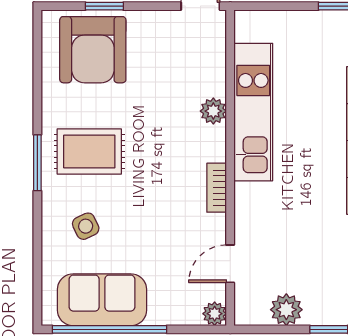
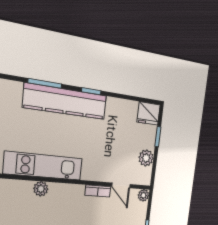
bookcase: (217, 188) -> (98, 191), moved

